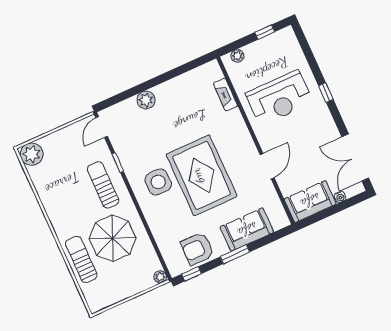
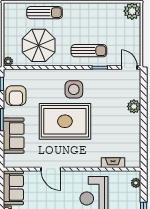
parasol: (112, 238) -> (39, 45), moved
armchair: (197, 249) -> (16, 96), turned 180

